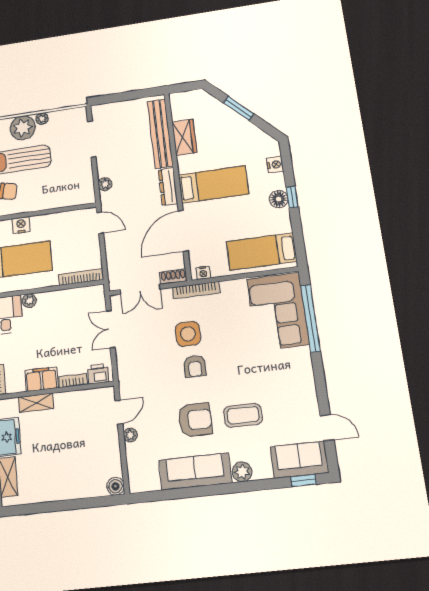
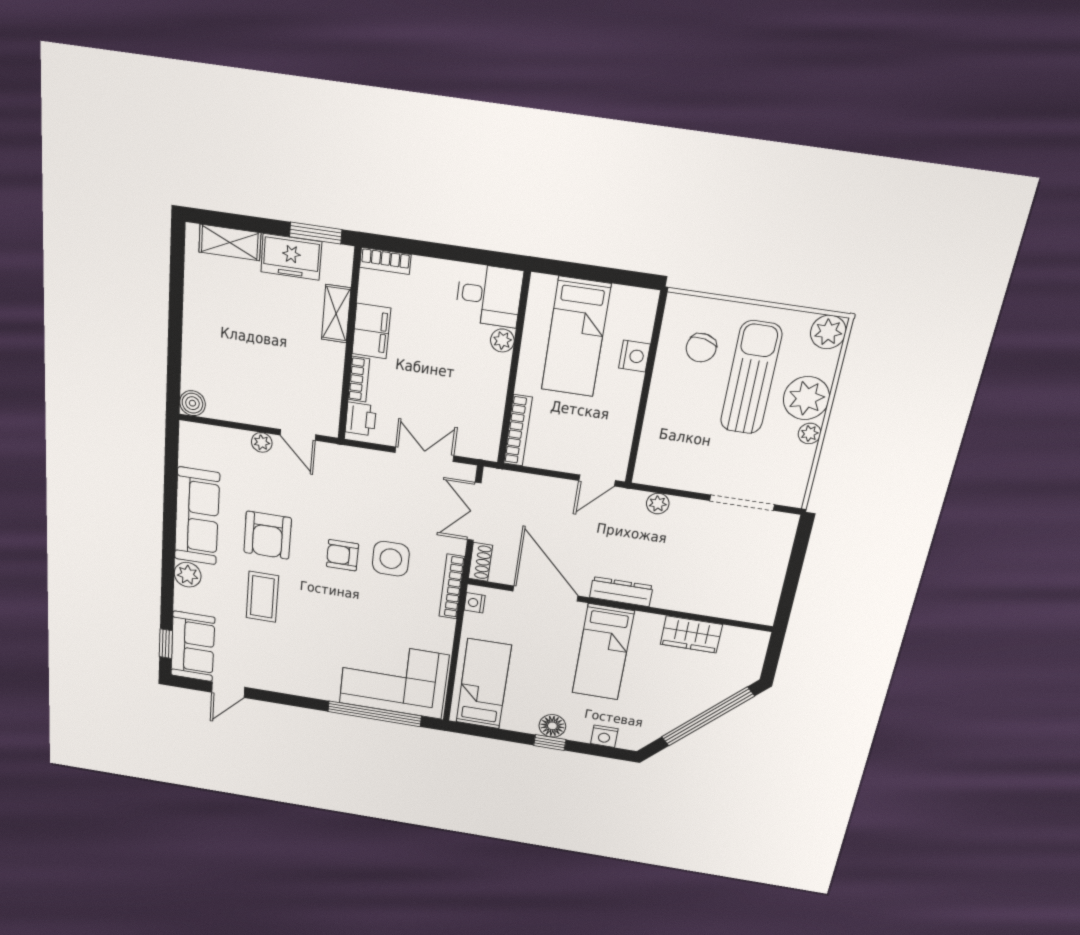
window: (239, 108) -> (708, 717), width x2.11
bench: (160, 134) -> (711, 603), removed

